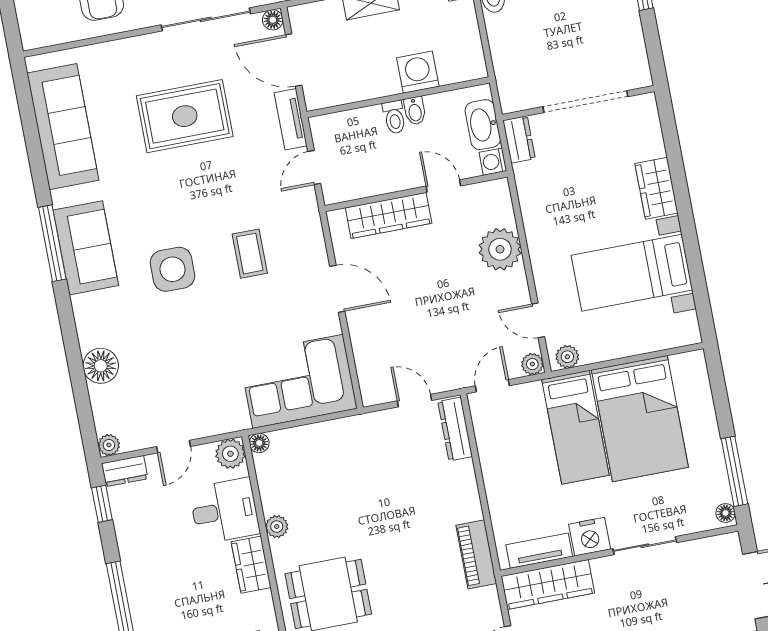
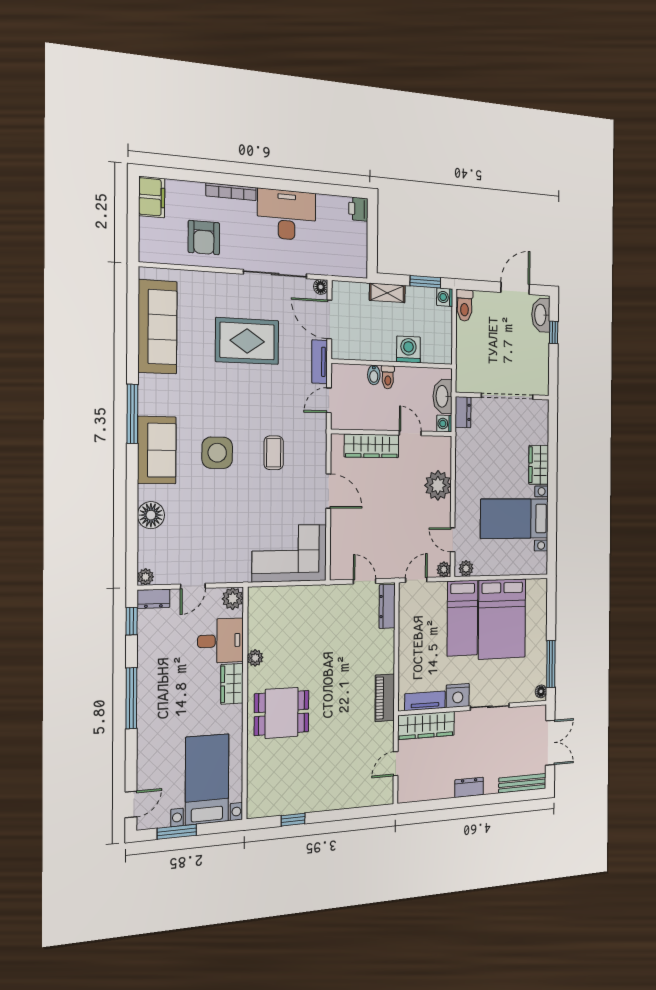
bidet: (415, 111) -> (374, 375), moved
sofa: (86, 248) -> (157, 450), moved
floor lamp: (259, 443) -> (254, 594), removed

